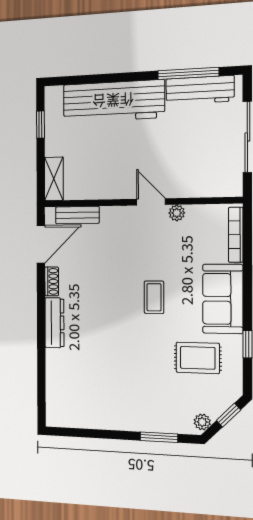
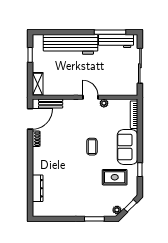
dresser: (54, 323) -> (38, 188), moved

